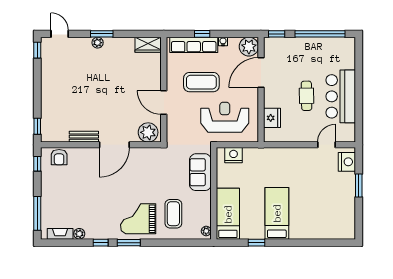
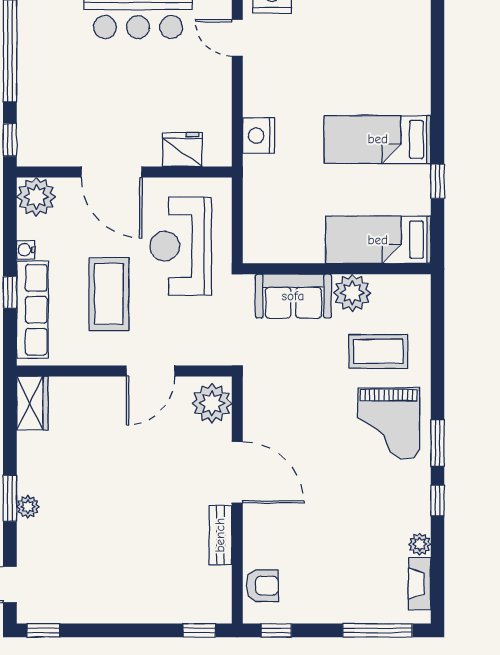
door: (261, 72) -> (112, 172), moved
cafe table: (307, 96) -> (137, 79), removed
nightstand: (234, 155) -> (259, 136), moved
plant: (206, 231) -> (352, 293), moved, width x1.88, depth x1.88

